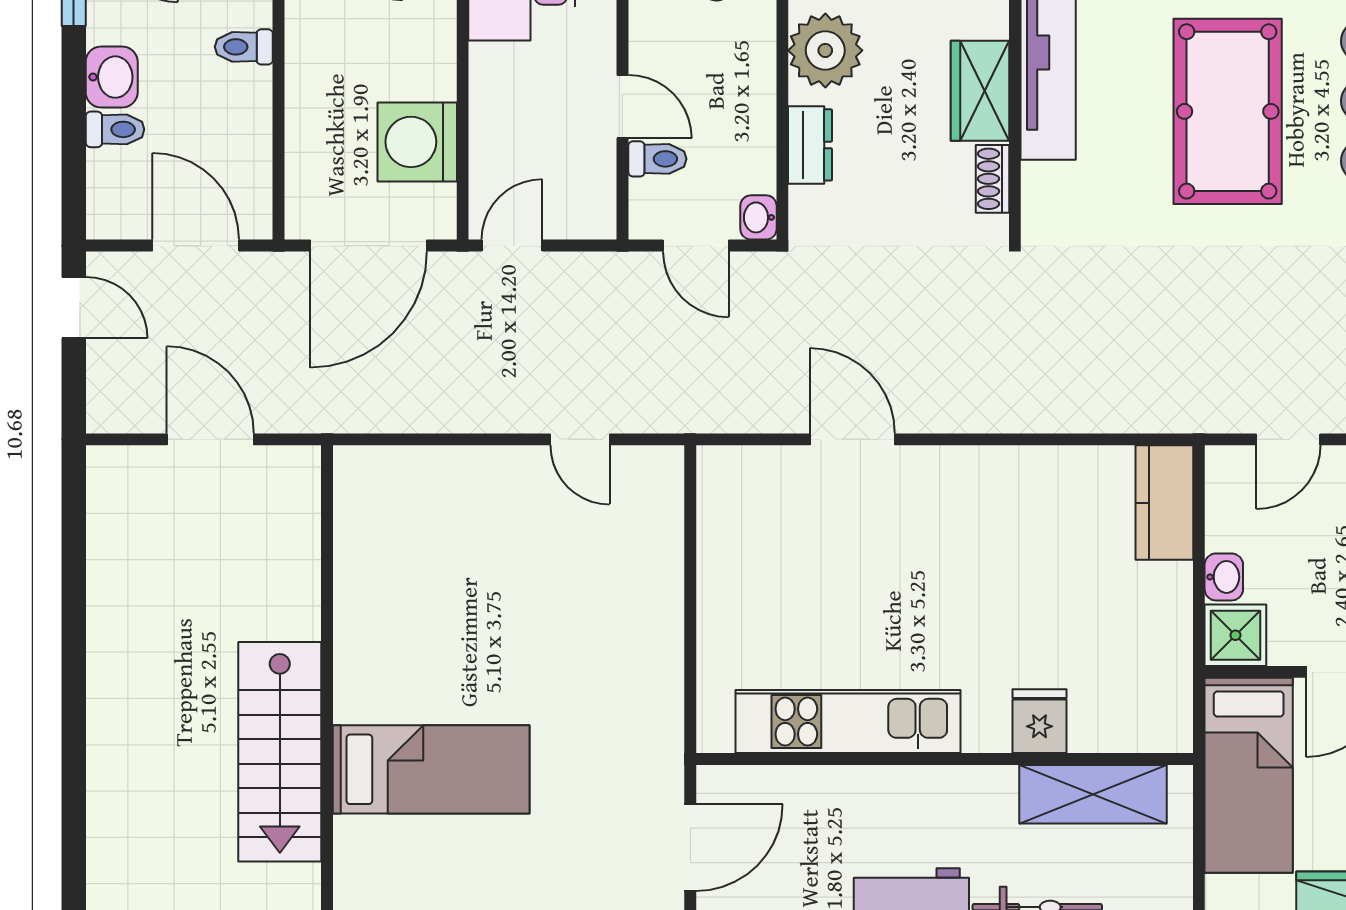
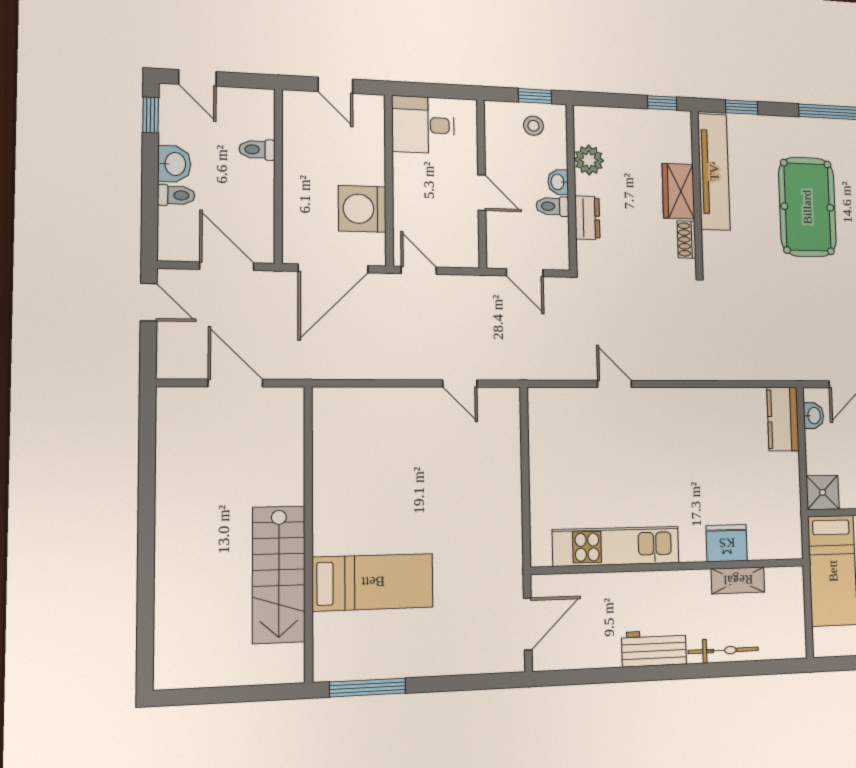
plant: (825, 50) -> (589, 160), width x0.73, depth x0.73
toilet: (657, 159) -> (552, 206), moved, turned 180
washbasin: (758, 217) -> (558, 182), moved
door: (512, 246) -> (419, 270), hinge flipped
door: (852, 439) -> (615, 384), width x0.73
washbasin: (1224, 577) -> (814, 416), moved
fridge: (1039, 721) -> (727, 543), width x1.38
shelving: (1093, 794) -> (738, 580), width x0.67, depth x0.75

